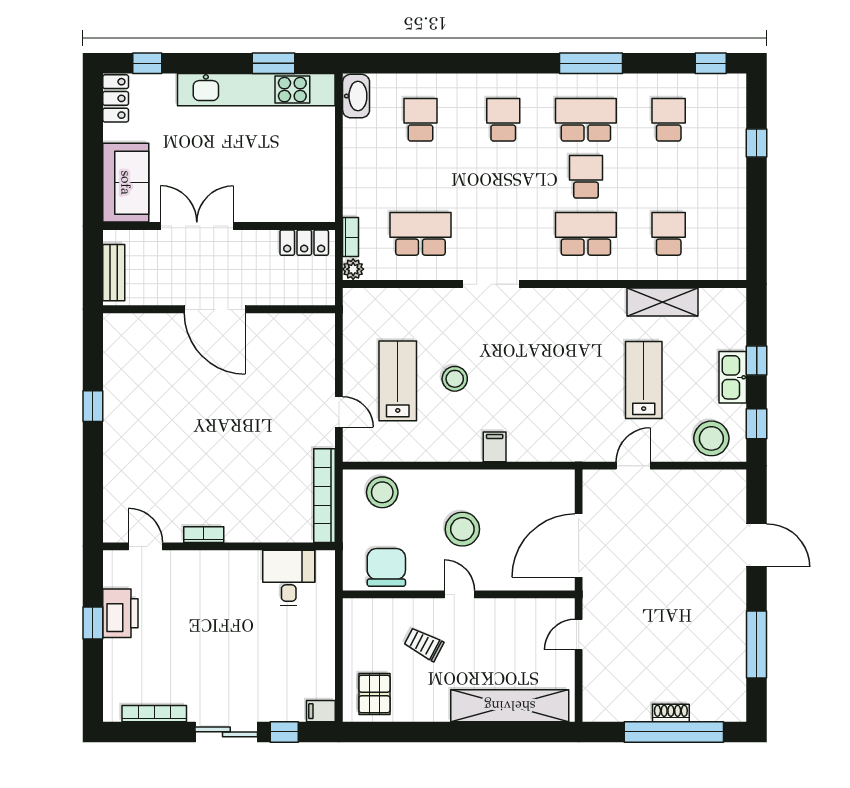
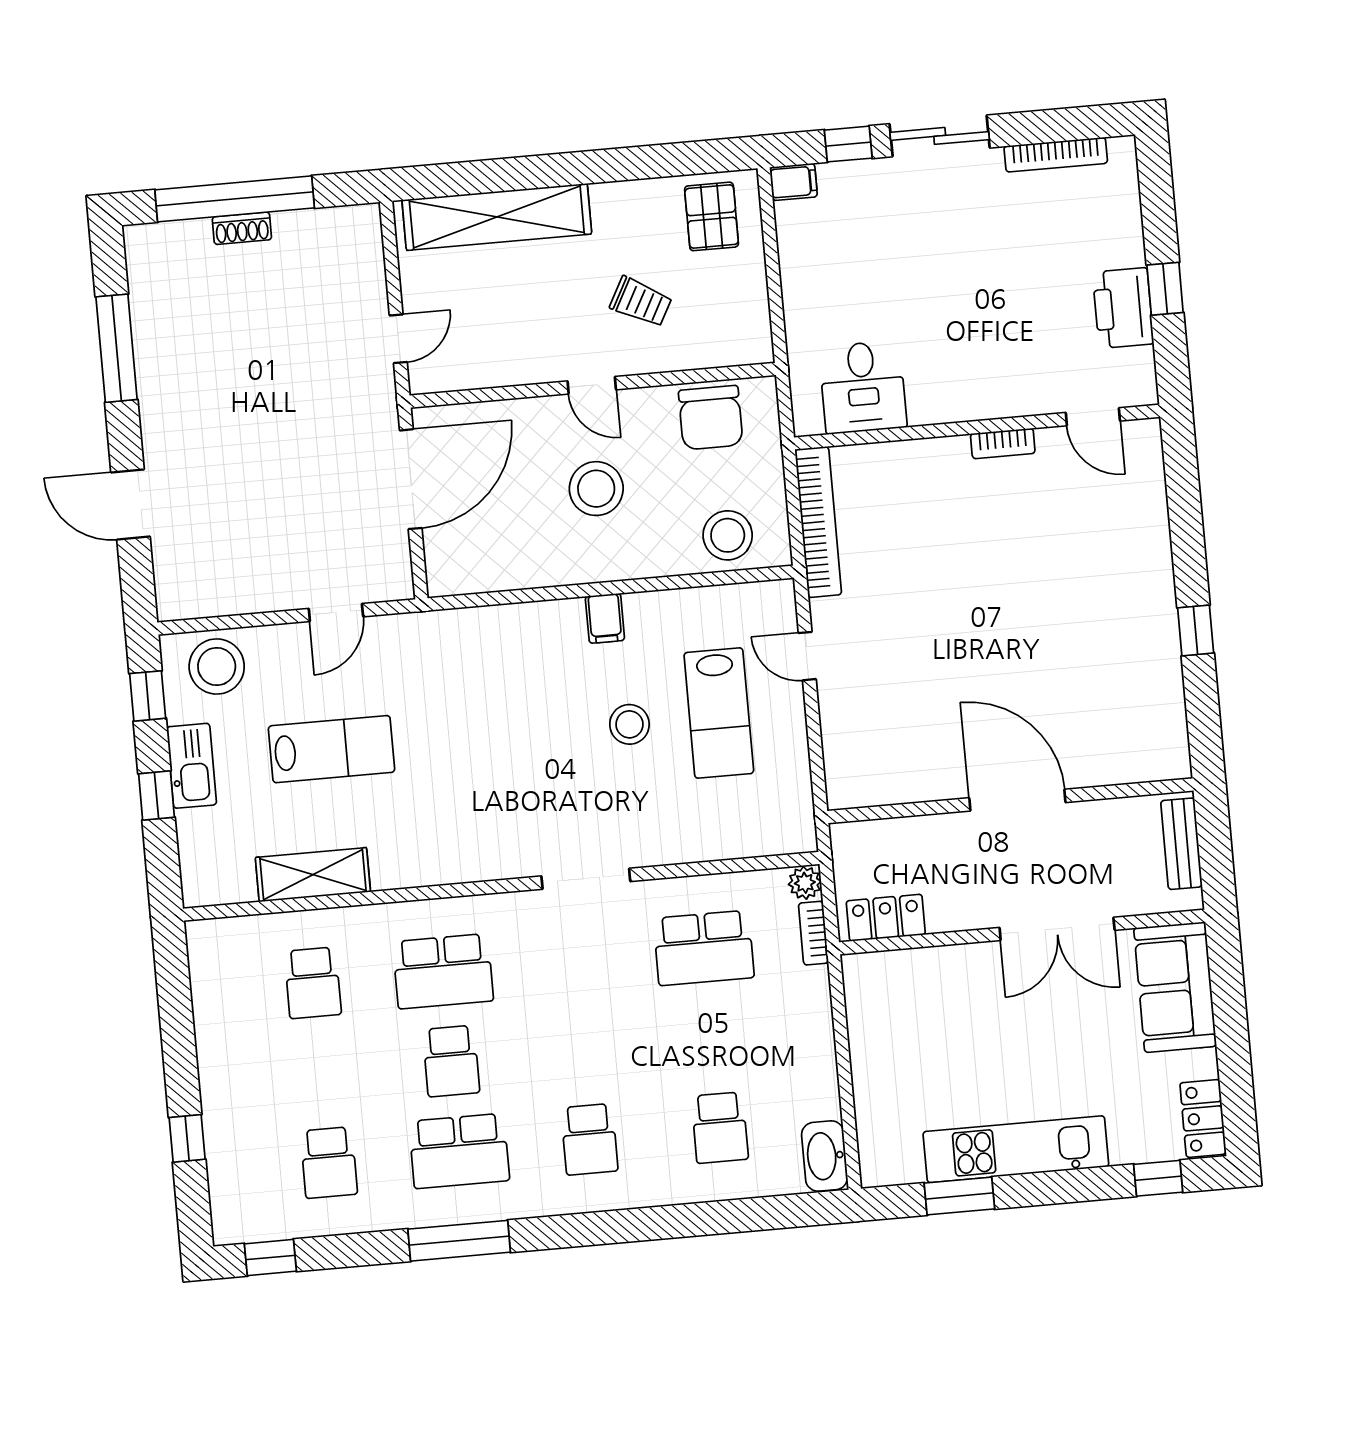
kitchen unit: (256, 90) -> (1016, 1149), width x0.73
lab bench: (644, 380) -> (332, 749), turned -90
filing cabinet: (495, 447) -> (605, 618), moved

